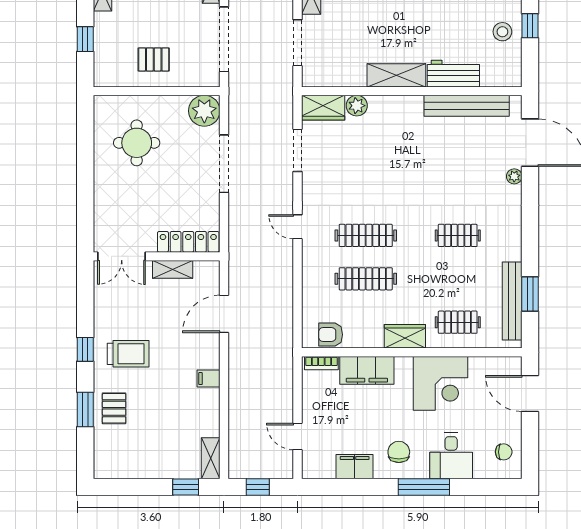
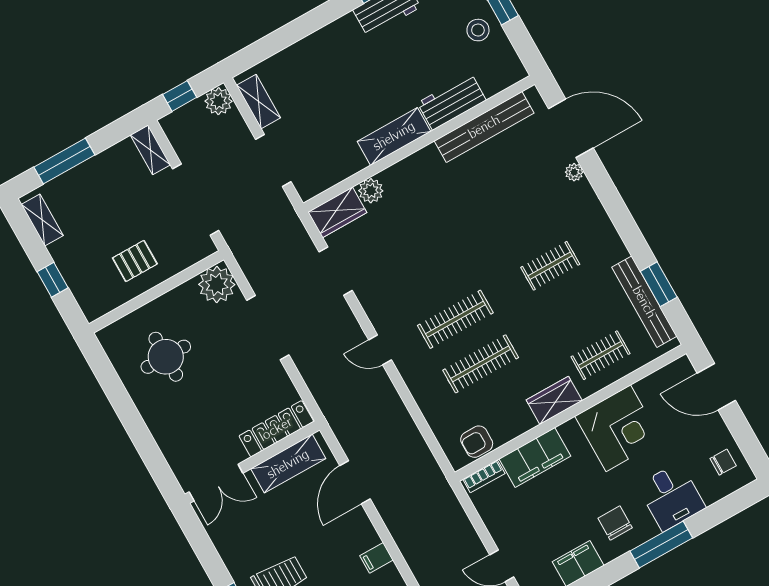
shelving: (173, 269) -> (288, 464), width x1.50, depth x1.33

